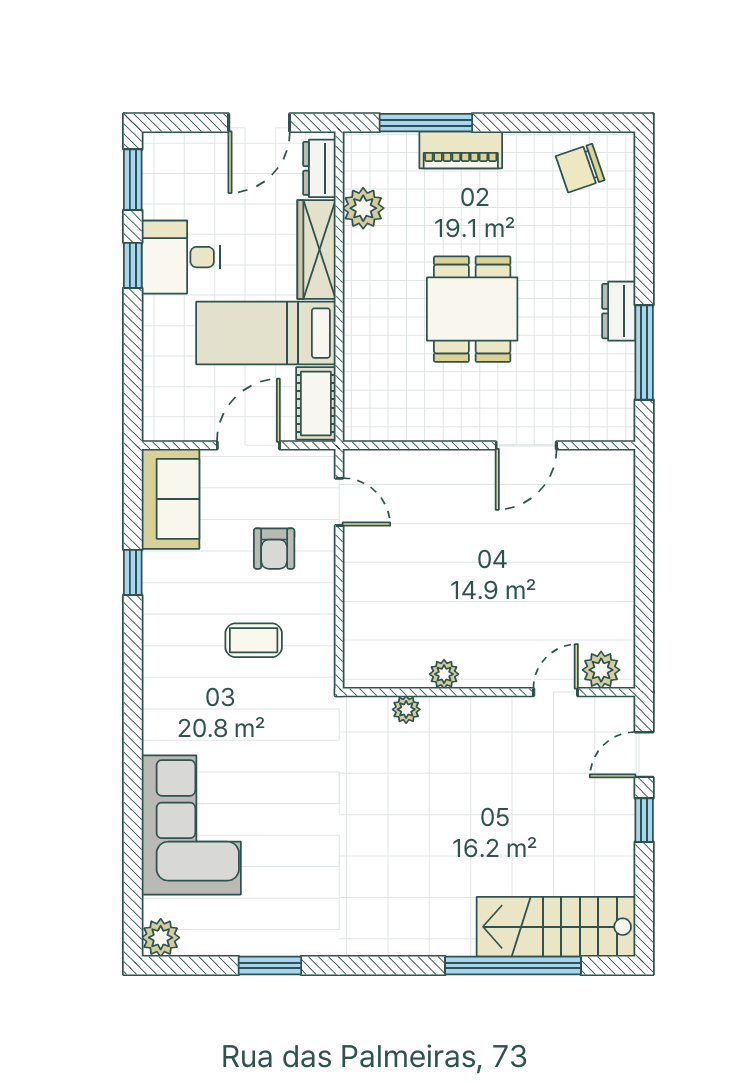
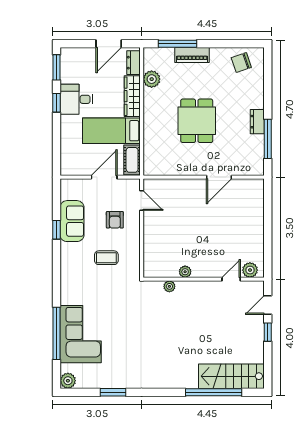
sofa: (171, 499) -> (72, 221), moved
window: (133, 823) -> (56, 333), added

